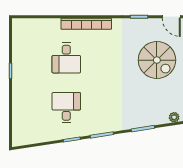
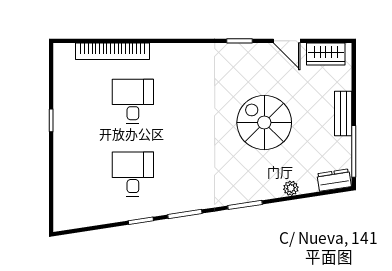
bookcase: (86, 24) -> (113, 51), moved
desk: (66, 58) -> (133, 101), turned 180
spiral stairs: (157, 60) -> (264, 123), moved, turned 180

